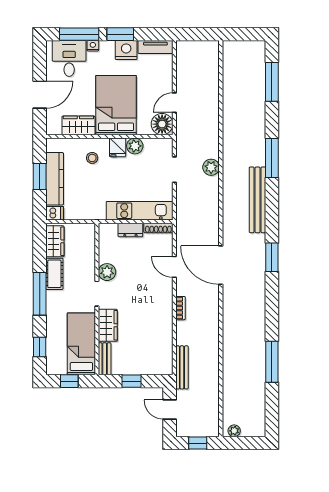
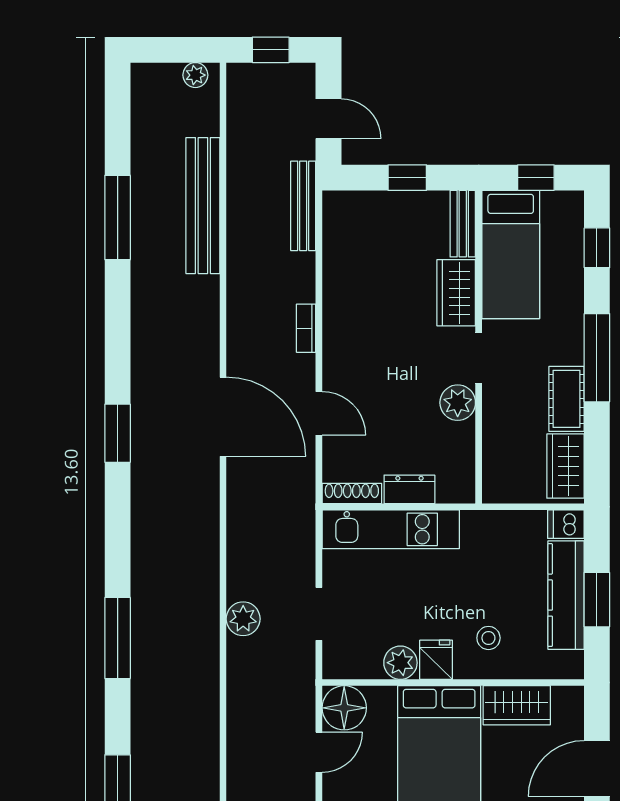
bench: (258, 200) -> (203, 206), moved

